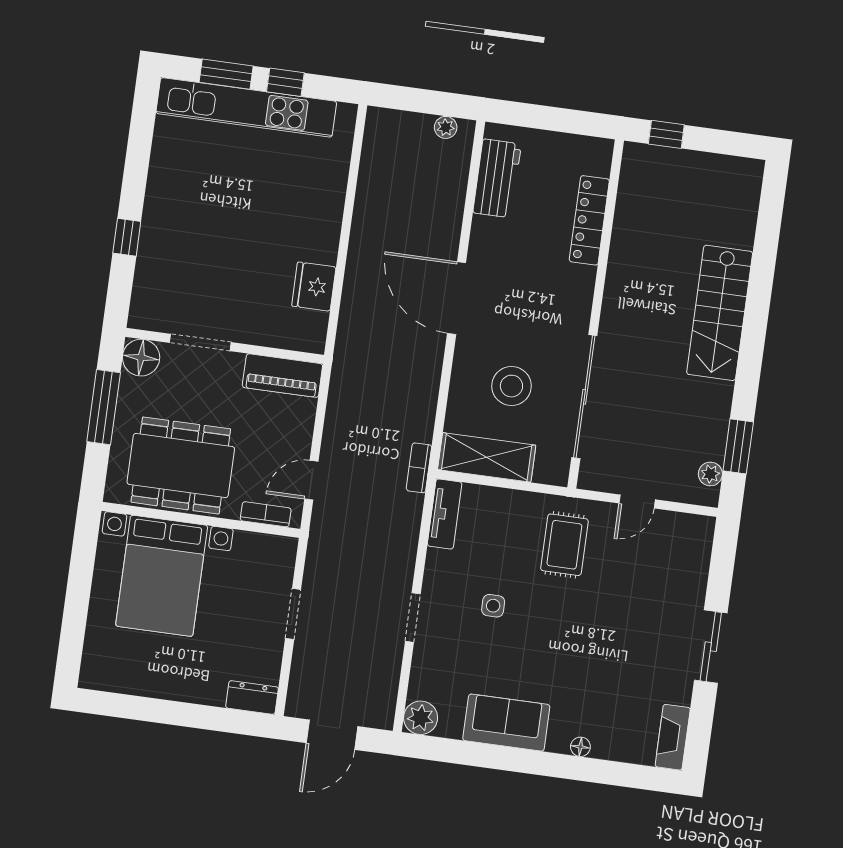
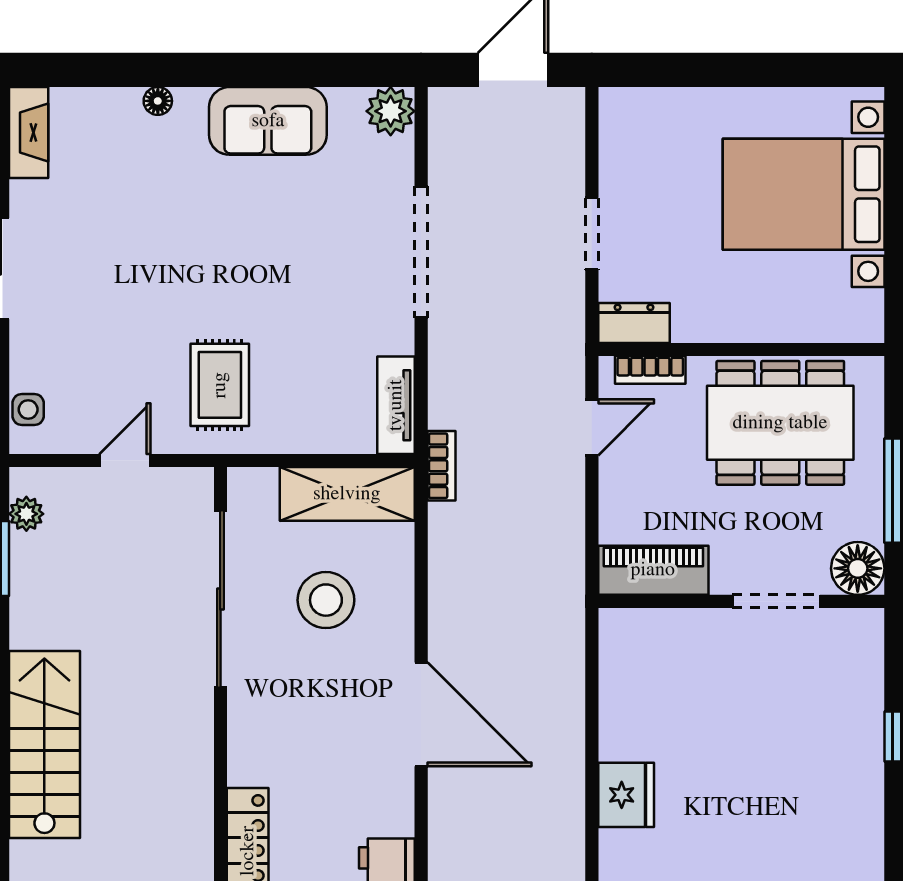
fridge: (314, 287) -> (626, 795), moved
bed with nightstands: (162, 576) -> (804, 194), moved, turned -90
side table: (493, 606) -> (28, 410), moved
doorway: (413, 618) -> (421, 252), width x1.87
dresser: (252, 698) -> (634, 323), moved, turned 180

